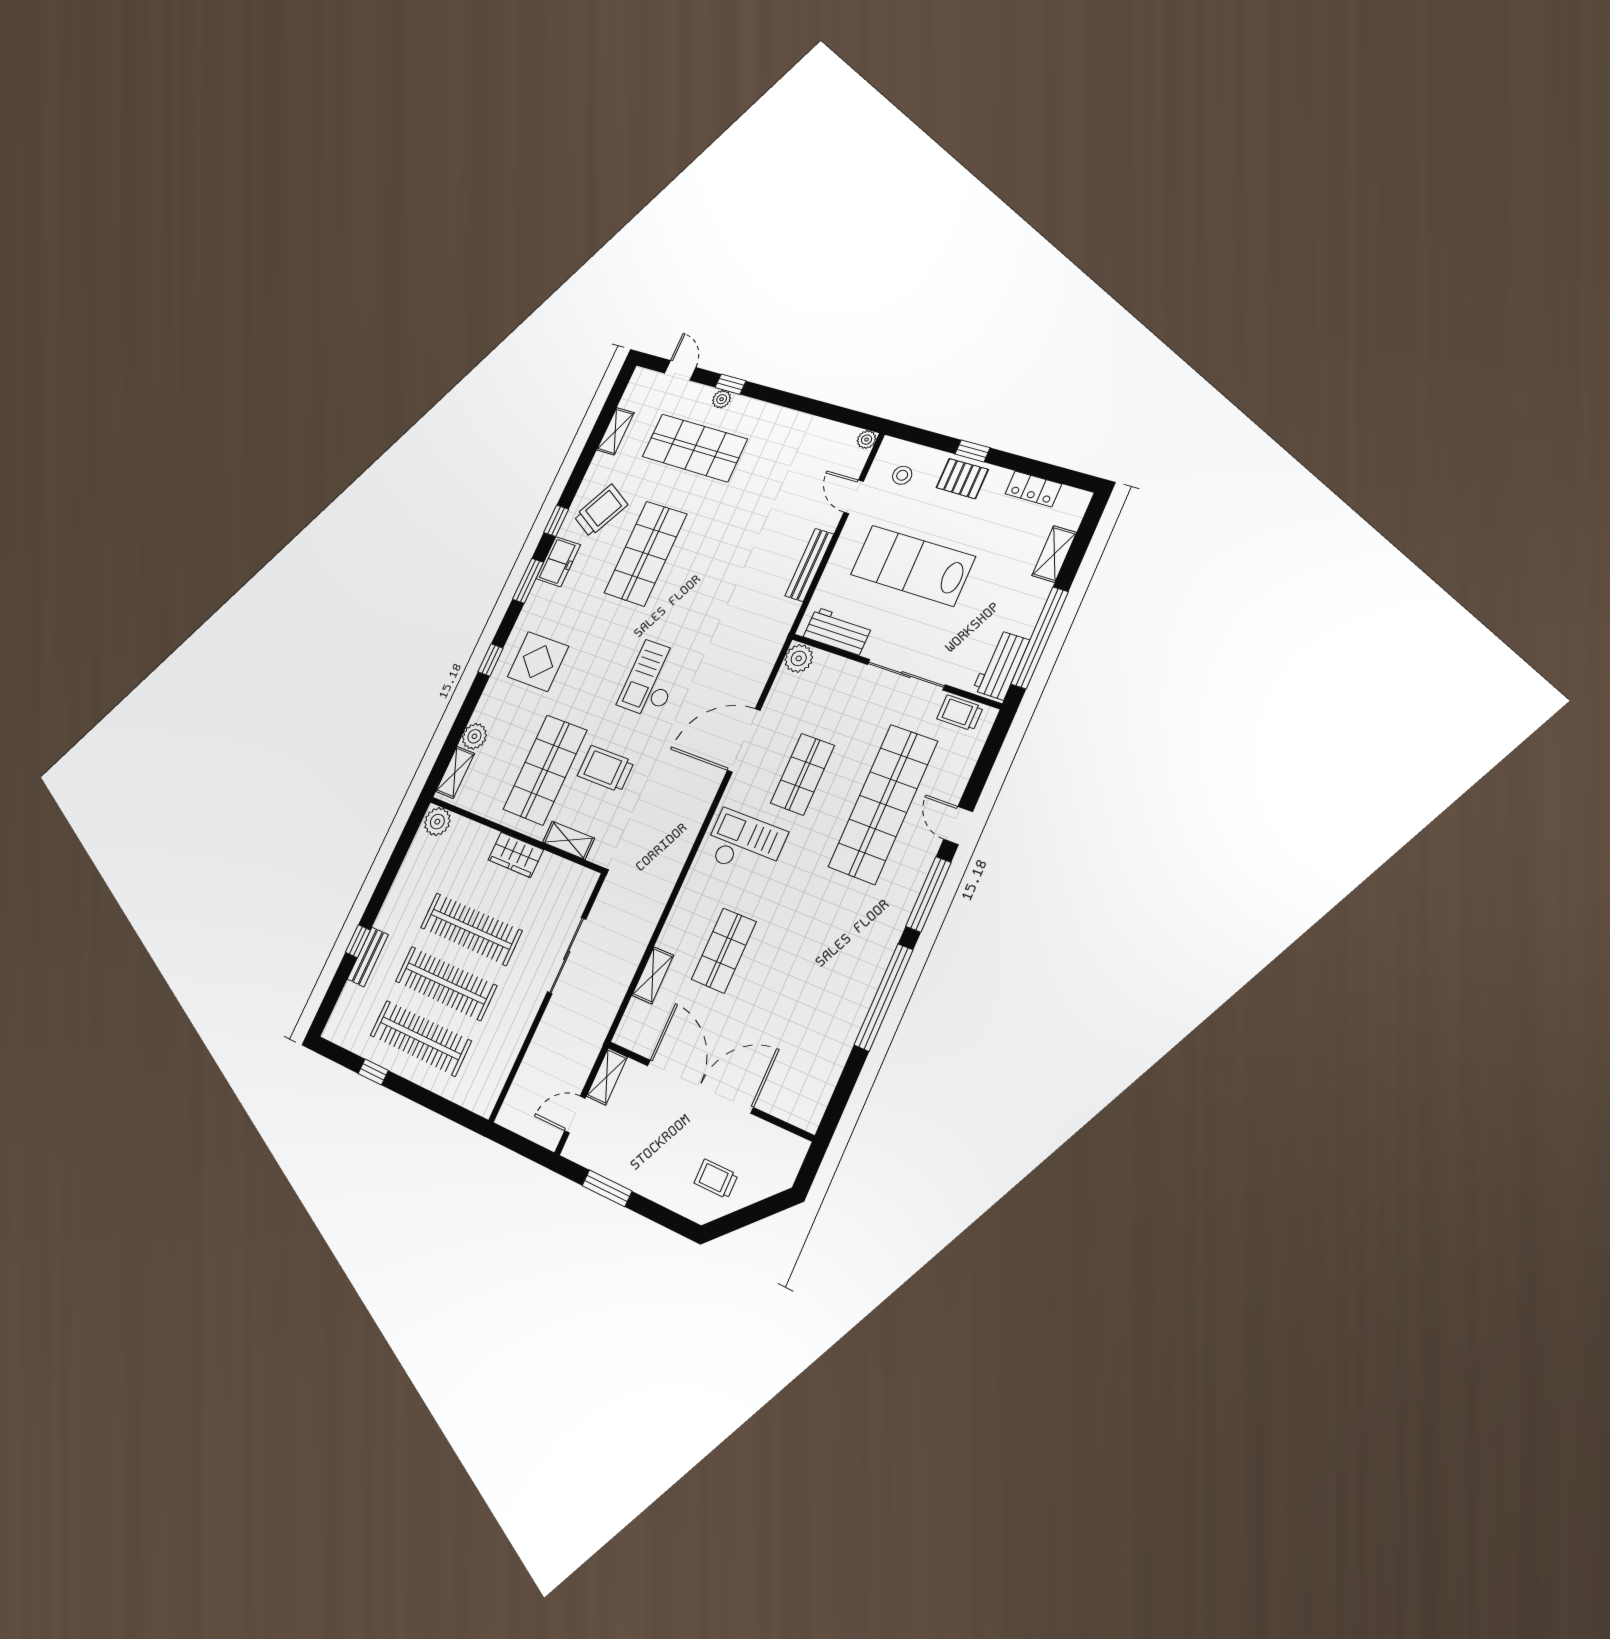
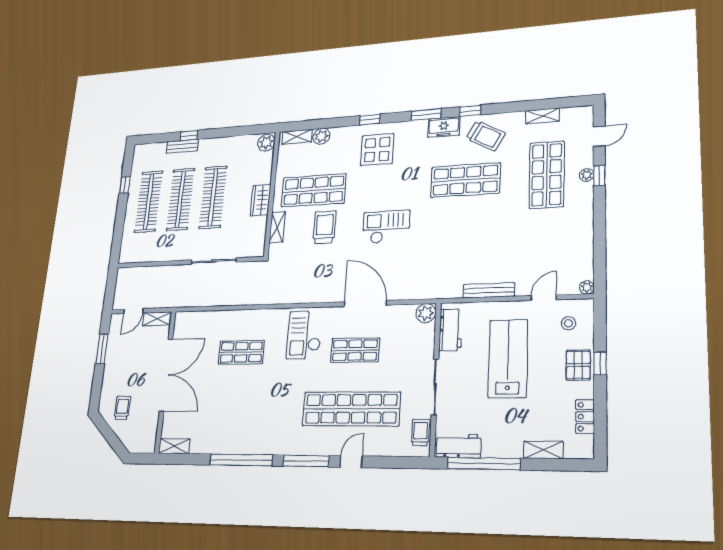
checkout: (745, 844) -> (304, 335), turned 180
shelving: (653, 975) -> (174, 446), moved
door: (575, 1115) -> (133, 311), swing flipped

